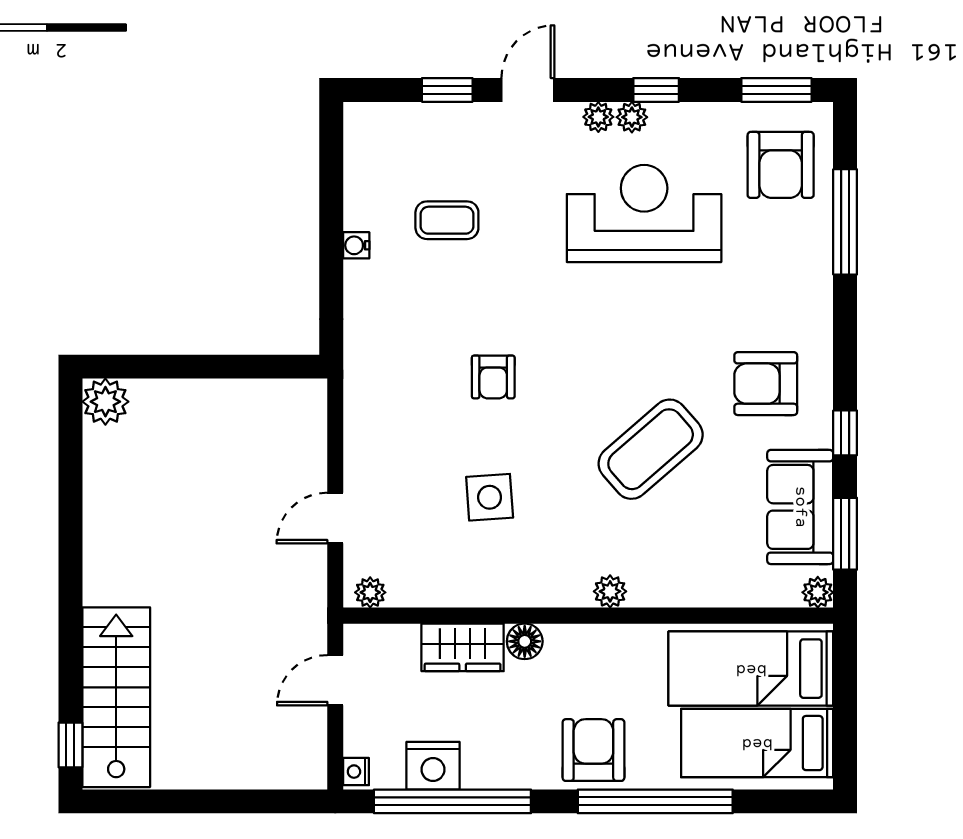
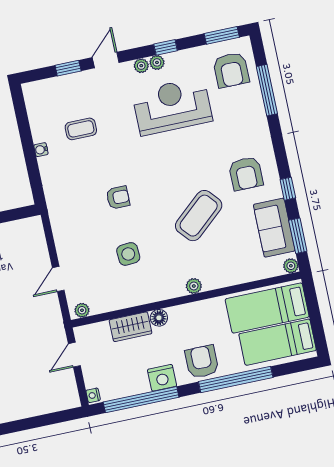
armchair: (493, 377) -> (118, 197), turned -90
armchair: (766, 384) -> (246, 174), turned -90
nightstand: (433, 766) -> (162, 378), moved

